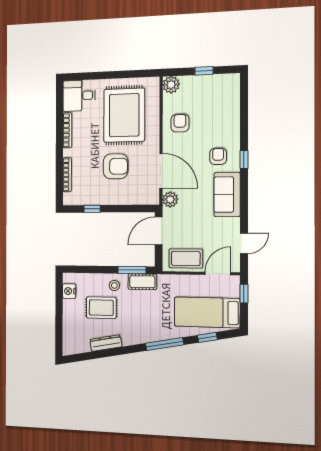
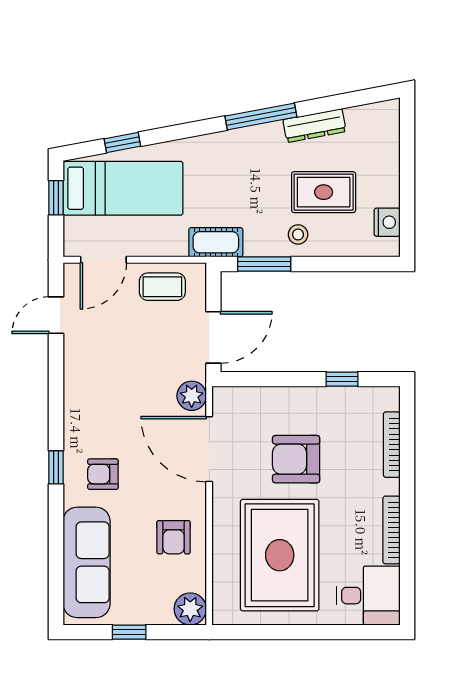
armchair: (218, 156) -> (103, 474), turned 90
sofa: (227, 194) -> (87, 562), moved, width x1.36
coffee table: (186, 258) -> (162, 287), width x0.73, depth x0.77
cot: (142, 282) -> (216, 242), moved
window: (244, 294) -> (56, 198), moved
window: (165, 344) -> (261, 116), moved

